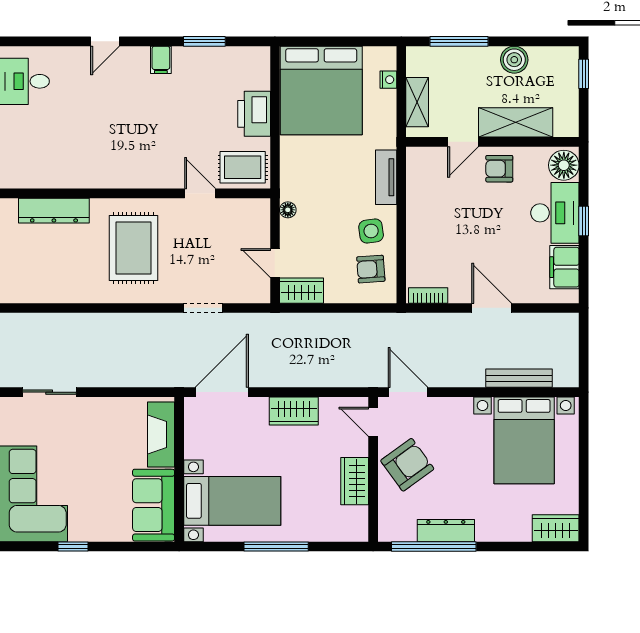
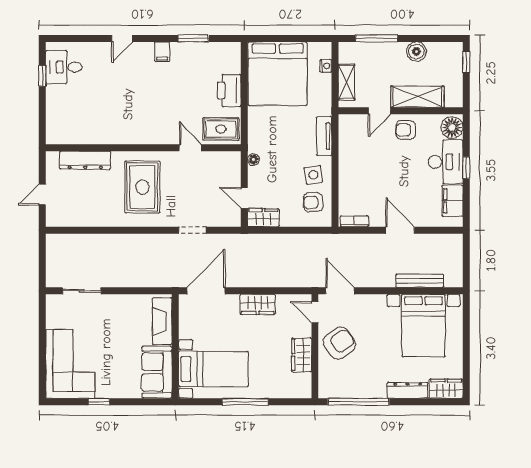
dresser: (446, 531) -> (408, 390), moved

